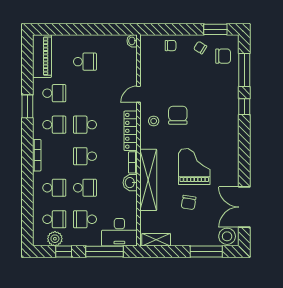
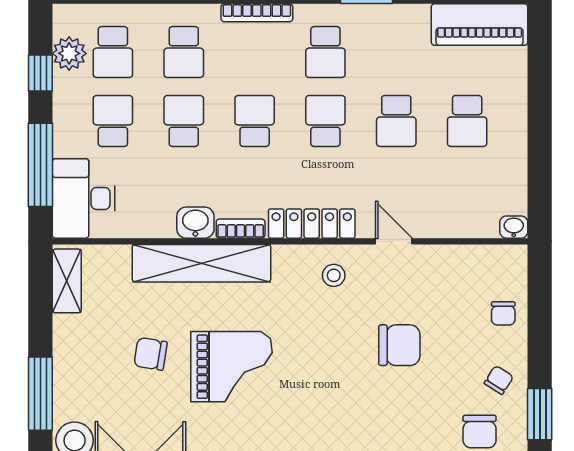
school desk: (54, 93) -> (396, 121), moved
chair: (178, 115) -> (399, 345), moved
school desk: (85, 188) -> (184, 121), turned 180

